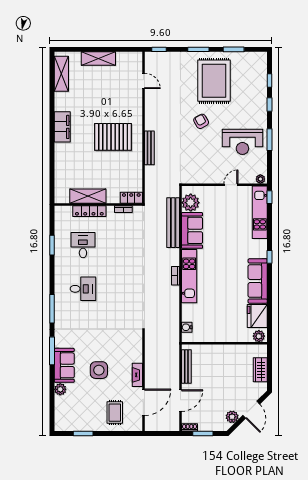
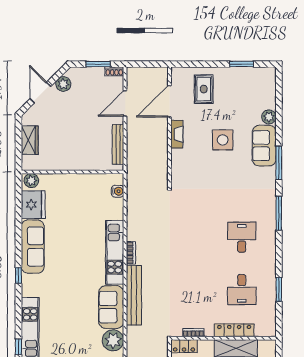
bench: (173, 223) -> (134, 295), moved
desk: (83, 289) -> (242, 237), turned 90

